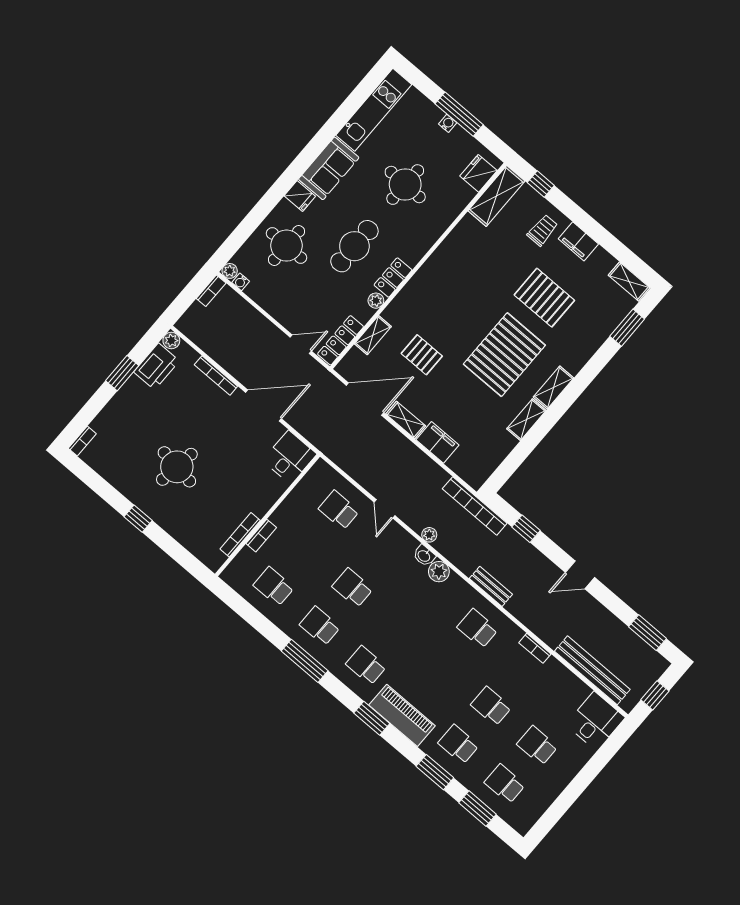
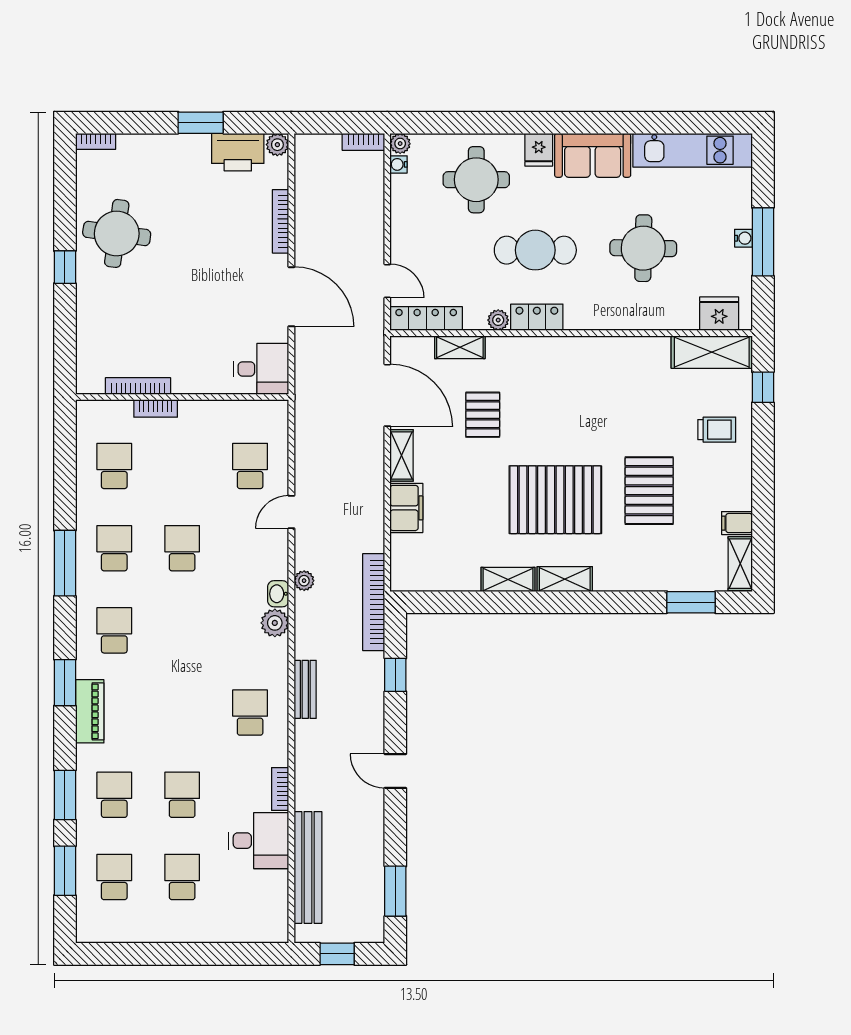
filing cabinet: (578, 241) -> (737, 523), moved, width x0.50
round table: (177, 467) -> (117, 233), moved
piano: (402, 715) -> (90, 711), width x0.73, depth x0.75
desk: (595, 721) -> (259, 841), moved

